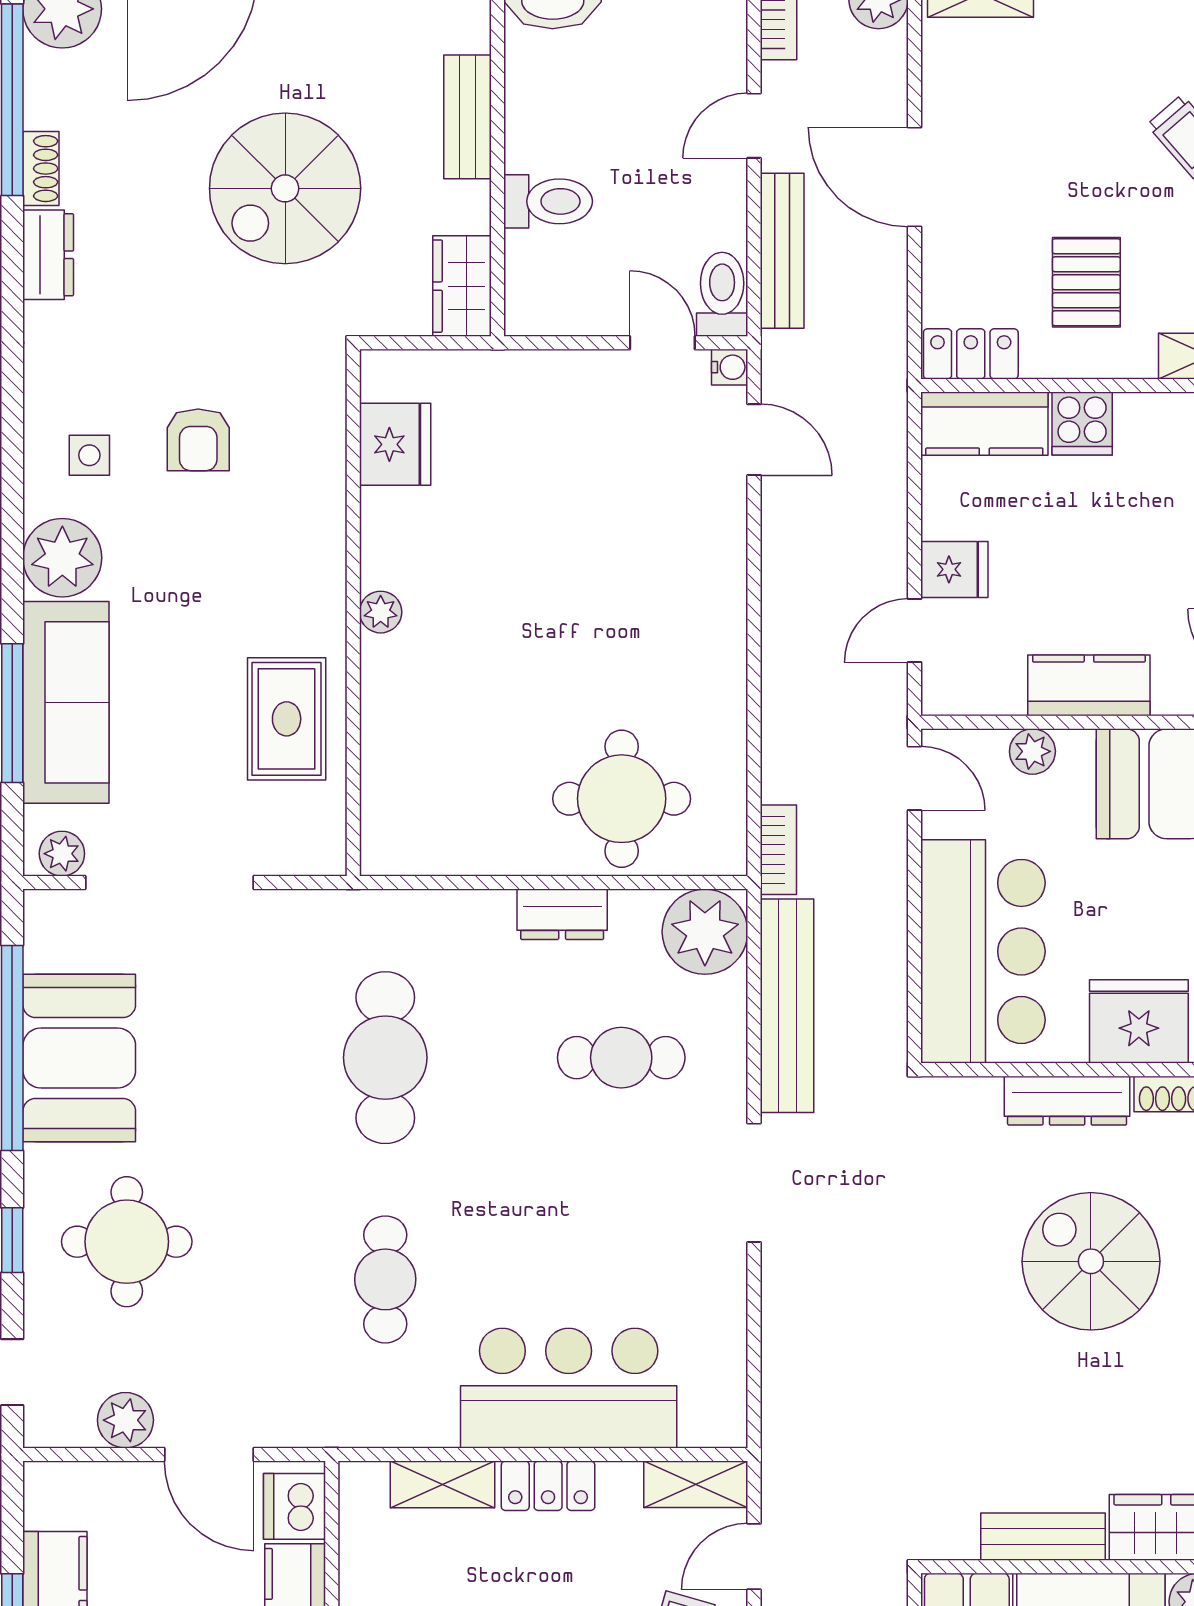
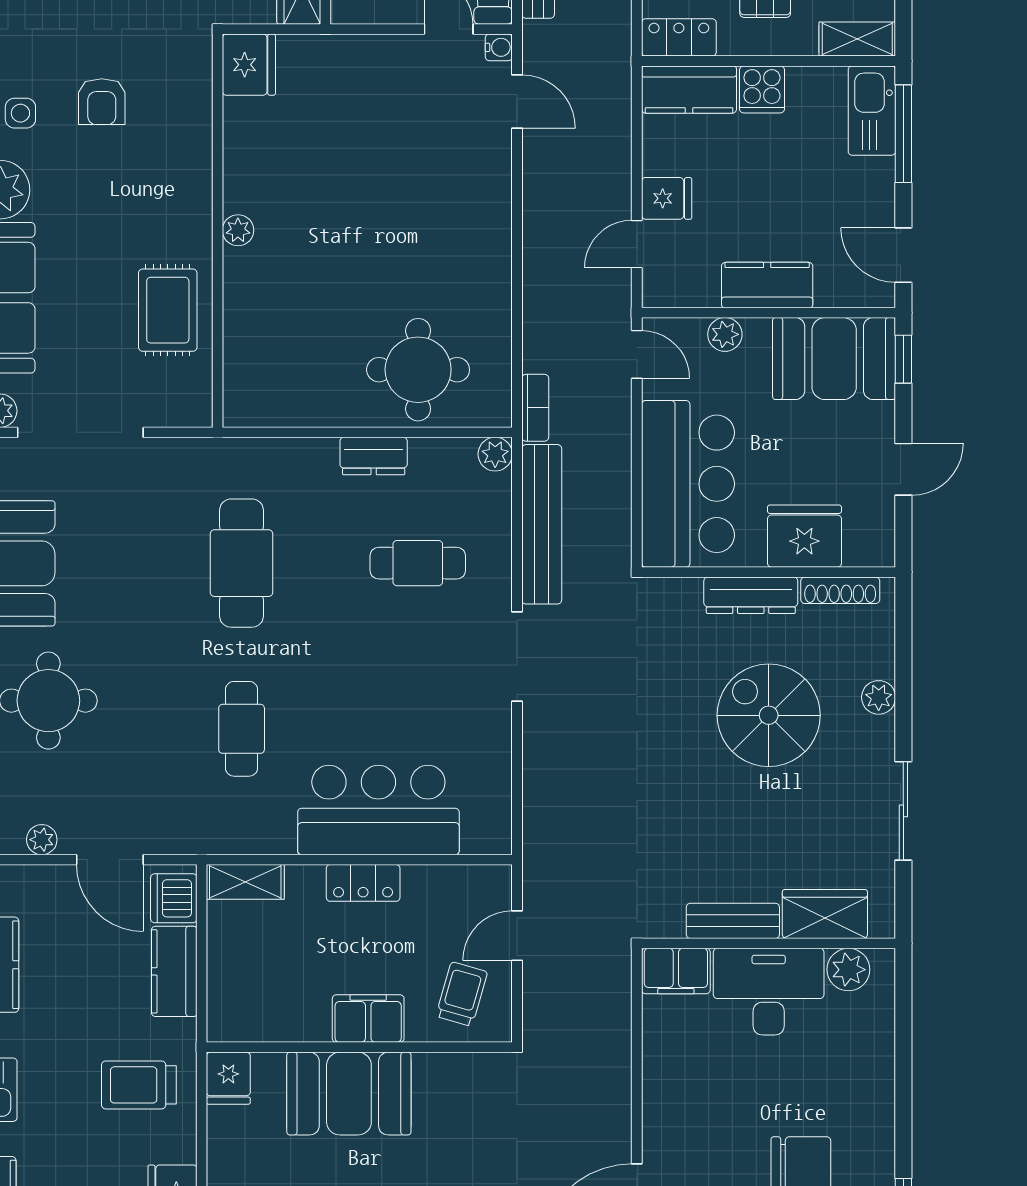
fridge: (395, 444) -> (249, 65), moved
plant: (705, 932) -> (495, 454), width x0.53, depth x0.53
plant: (125, 1420) -> (42, 840), width x0.73, depth x0.73
shelving: (442, 1484) -> (245, 882), moved
shelving: (696, 1484) -> (473, 882), removed

